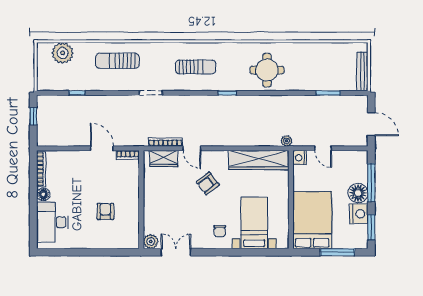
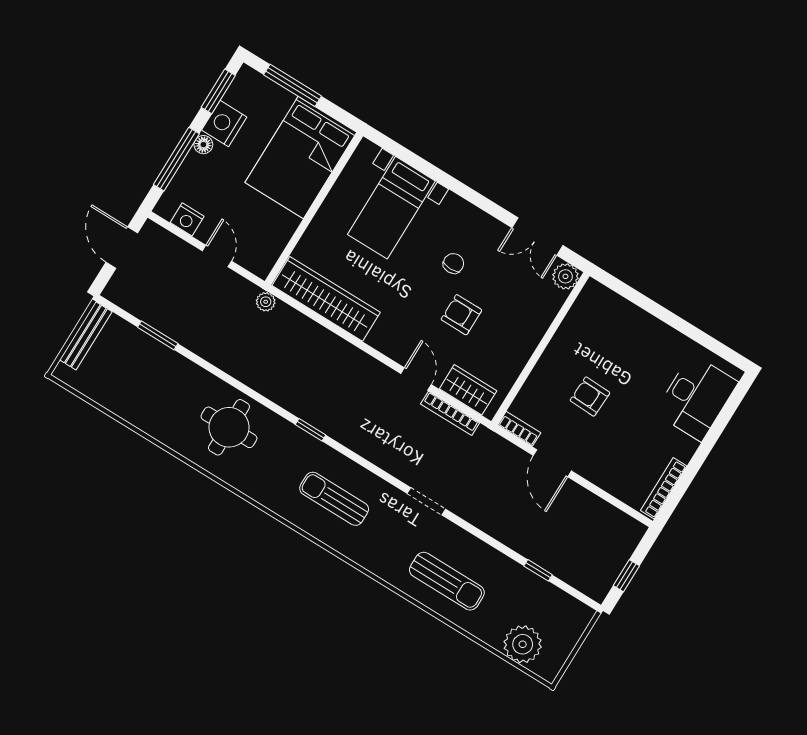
nightstand: (300, 158) -> (187, 219), moved, turned 90
armchair: (208, 183) -> (461, 315), moved, turned -142
floor lamp: (358, 193) -> (203, 145), width x0.53, depth x0.53
floor lamp: (43, 194) -> (684, 448), removed
armchair: (105, 211) -> (590, 397), moved, turned 92
chair: (220, 231) -> (453, 263), moved

